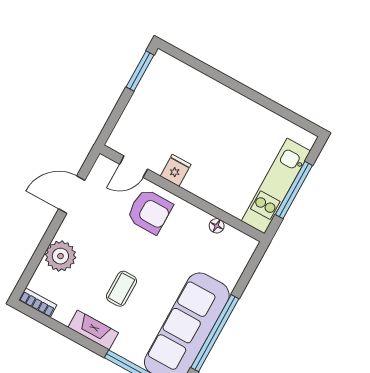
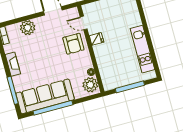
kitchen unit: (276, 186) -> (142, 49), moved, turned -90
plant: (234, 245) -> (90, 85), added
coffee table: (121, 289) -> (37, 60), removed

